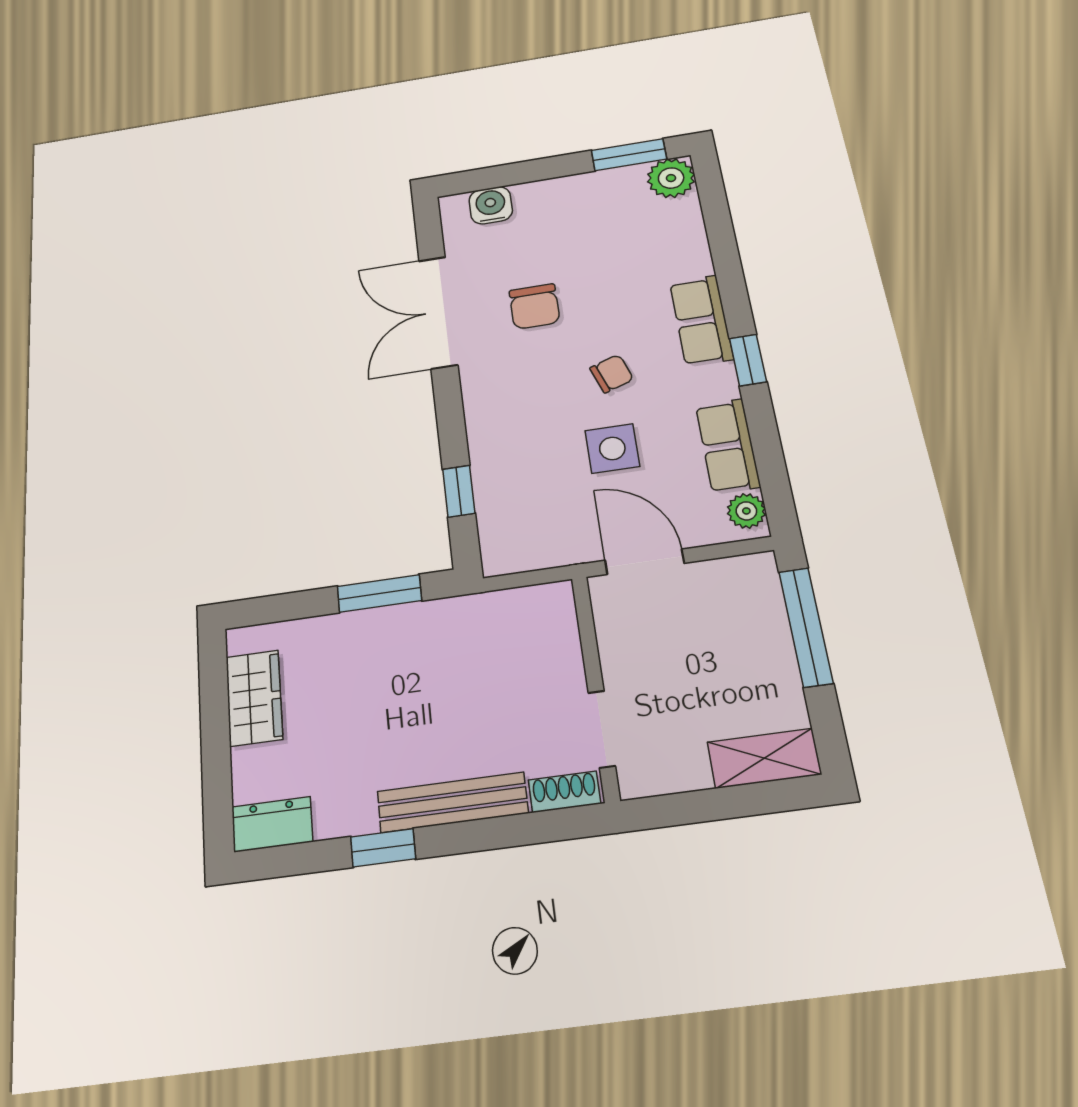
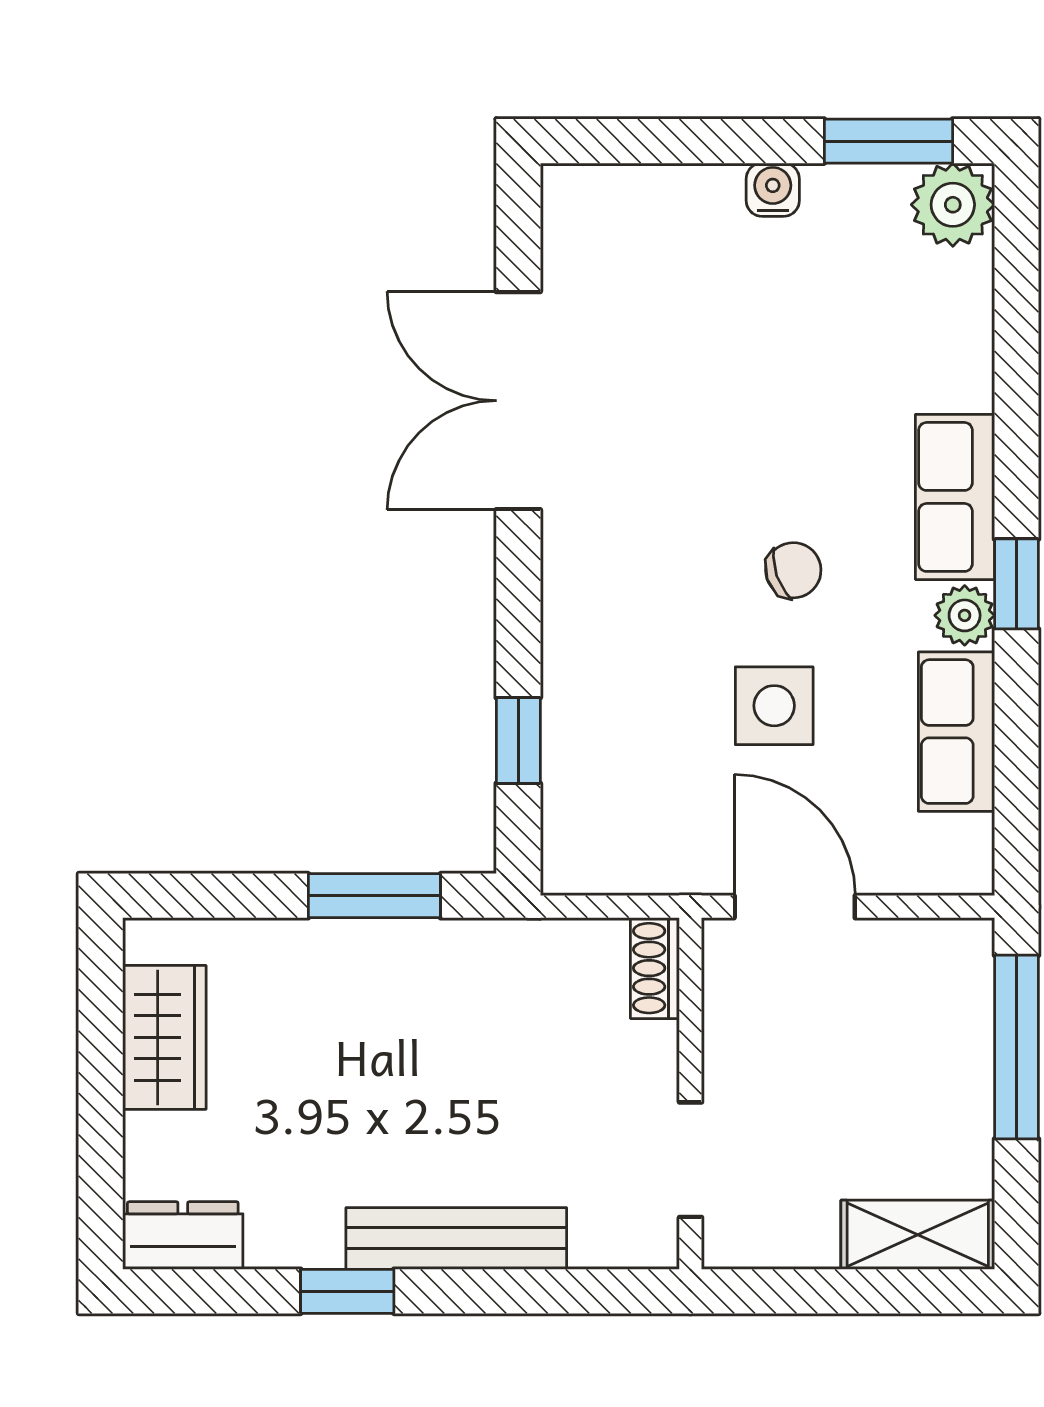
water cooler: (491, 205) -> (773, 190), moved, width x0.72, depth x0.72
chair: (534, 306) -> (683, 419), removed
plant: (746, 511) -> (965, 615), moved
shoe rack: (564, 792) -> (655, 968), moved, turned -90

